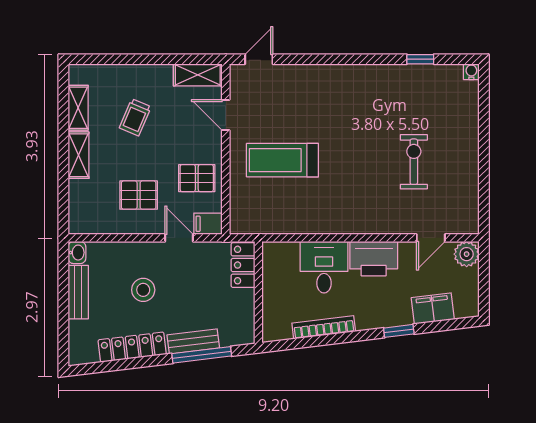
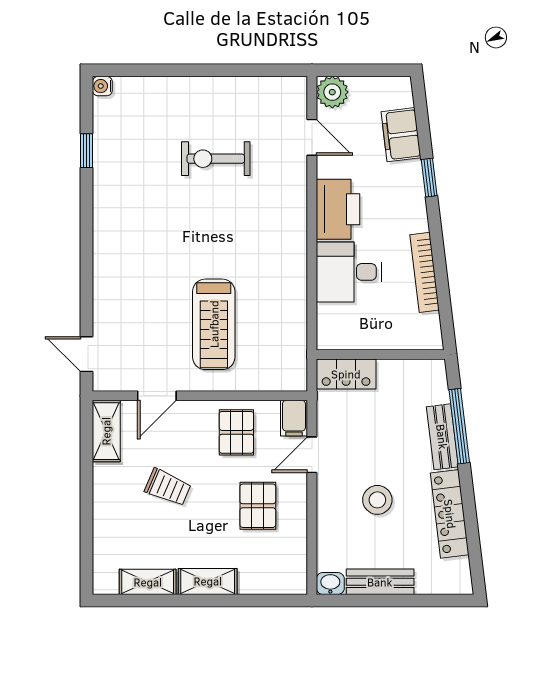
trolley: (135, 117) -> (168, 487), moved

